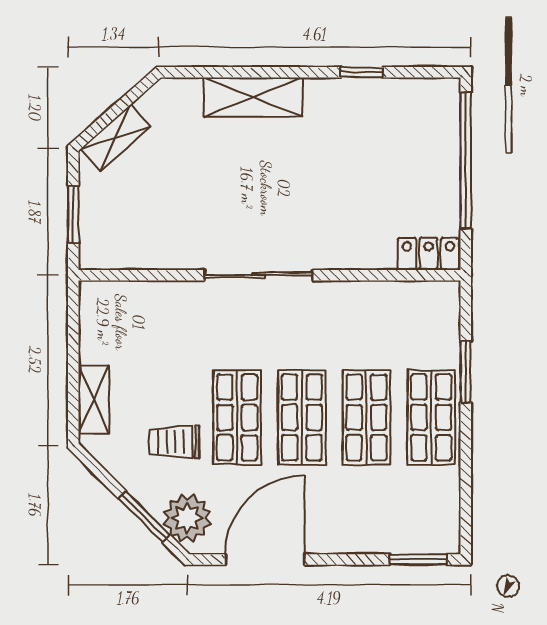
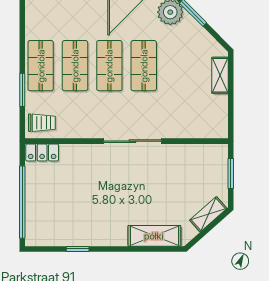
shelving: (253, 97) -> (154, 236), moved
trolley: (174, 442) -> (42, 123), moved

